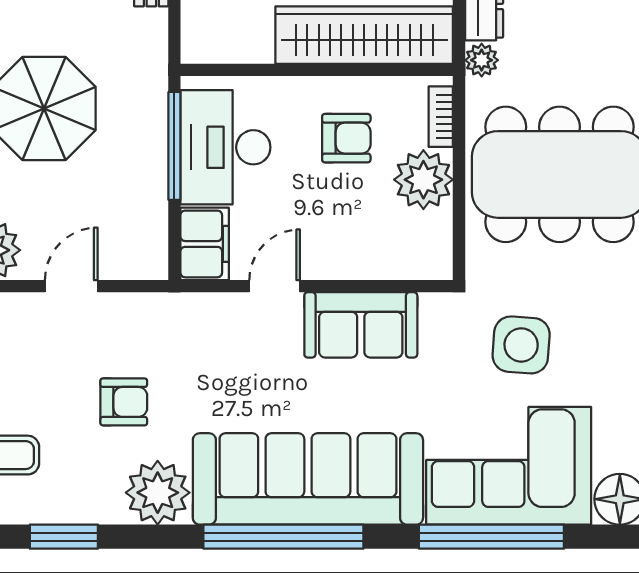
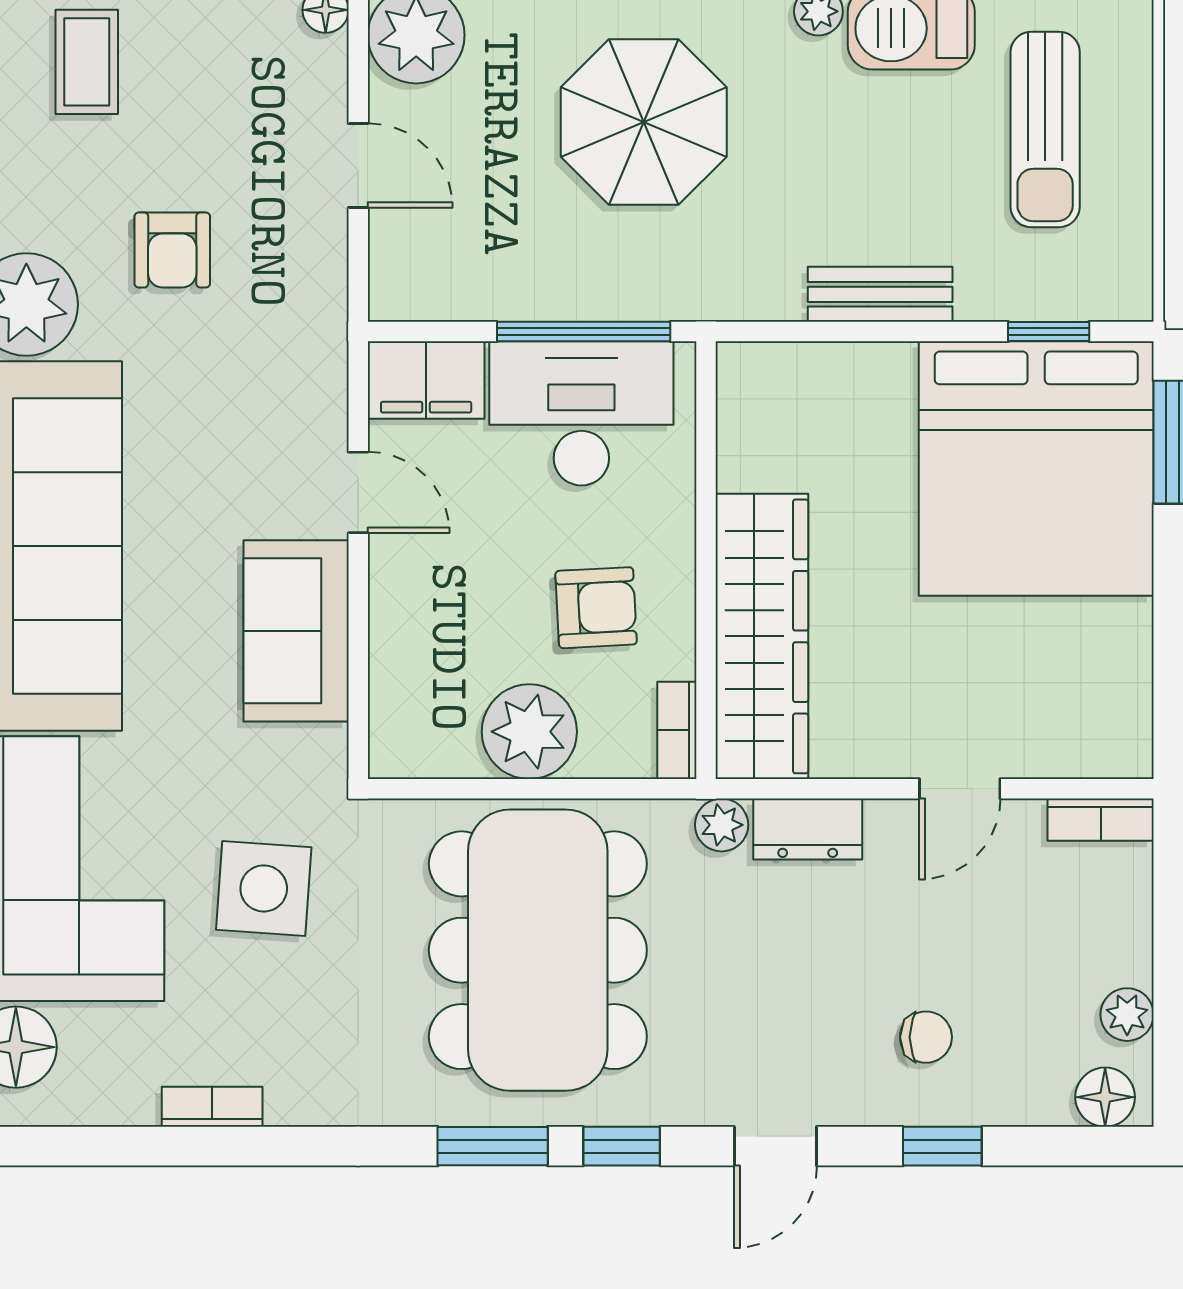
bookcase: (441, 117) -> (677, 730), moved, turned -90
armchair: (346, 138) -> (596, 608), turned -93

